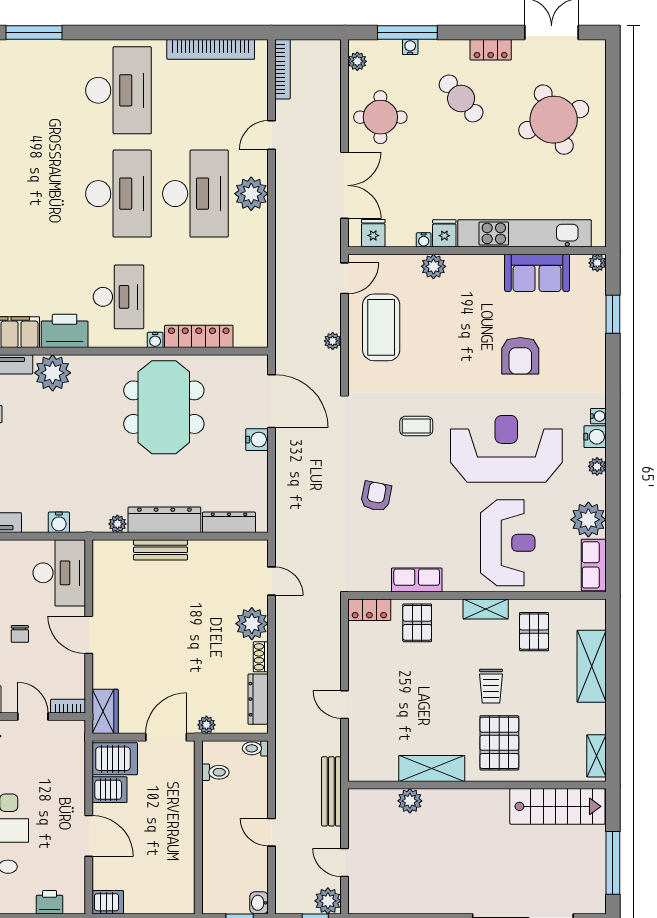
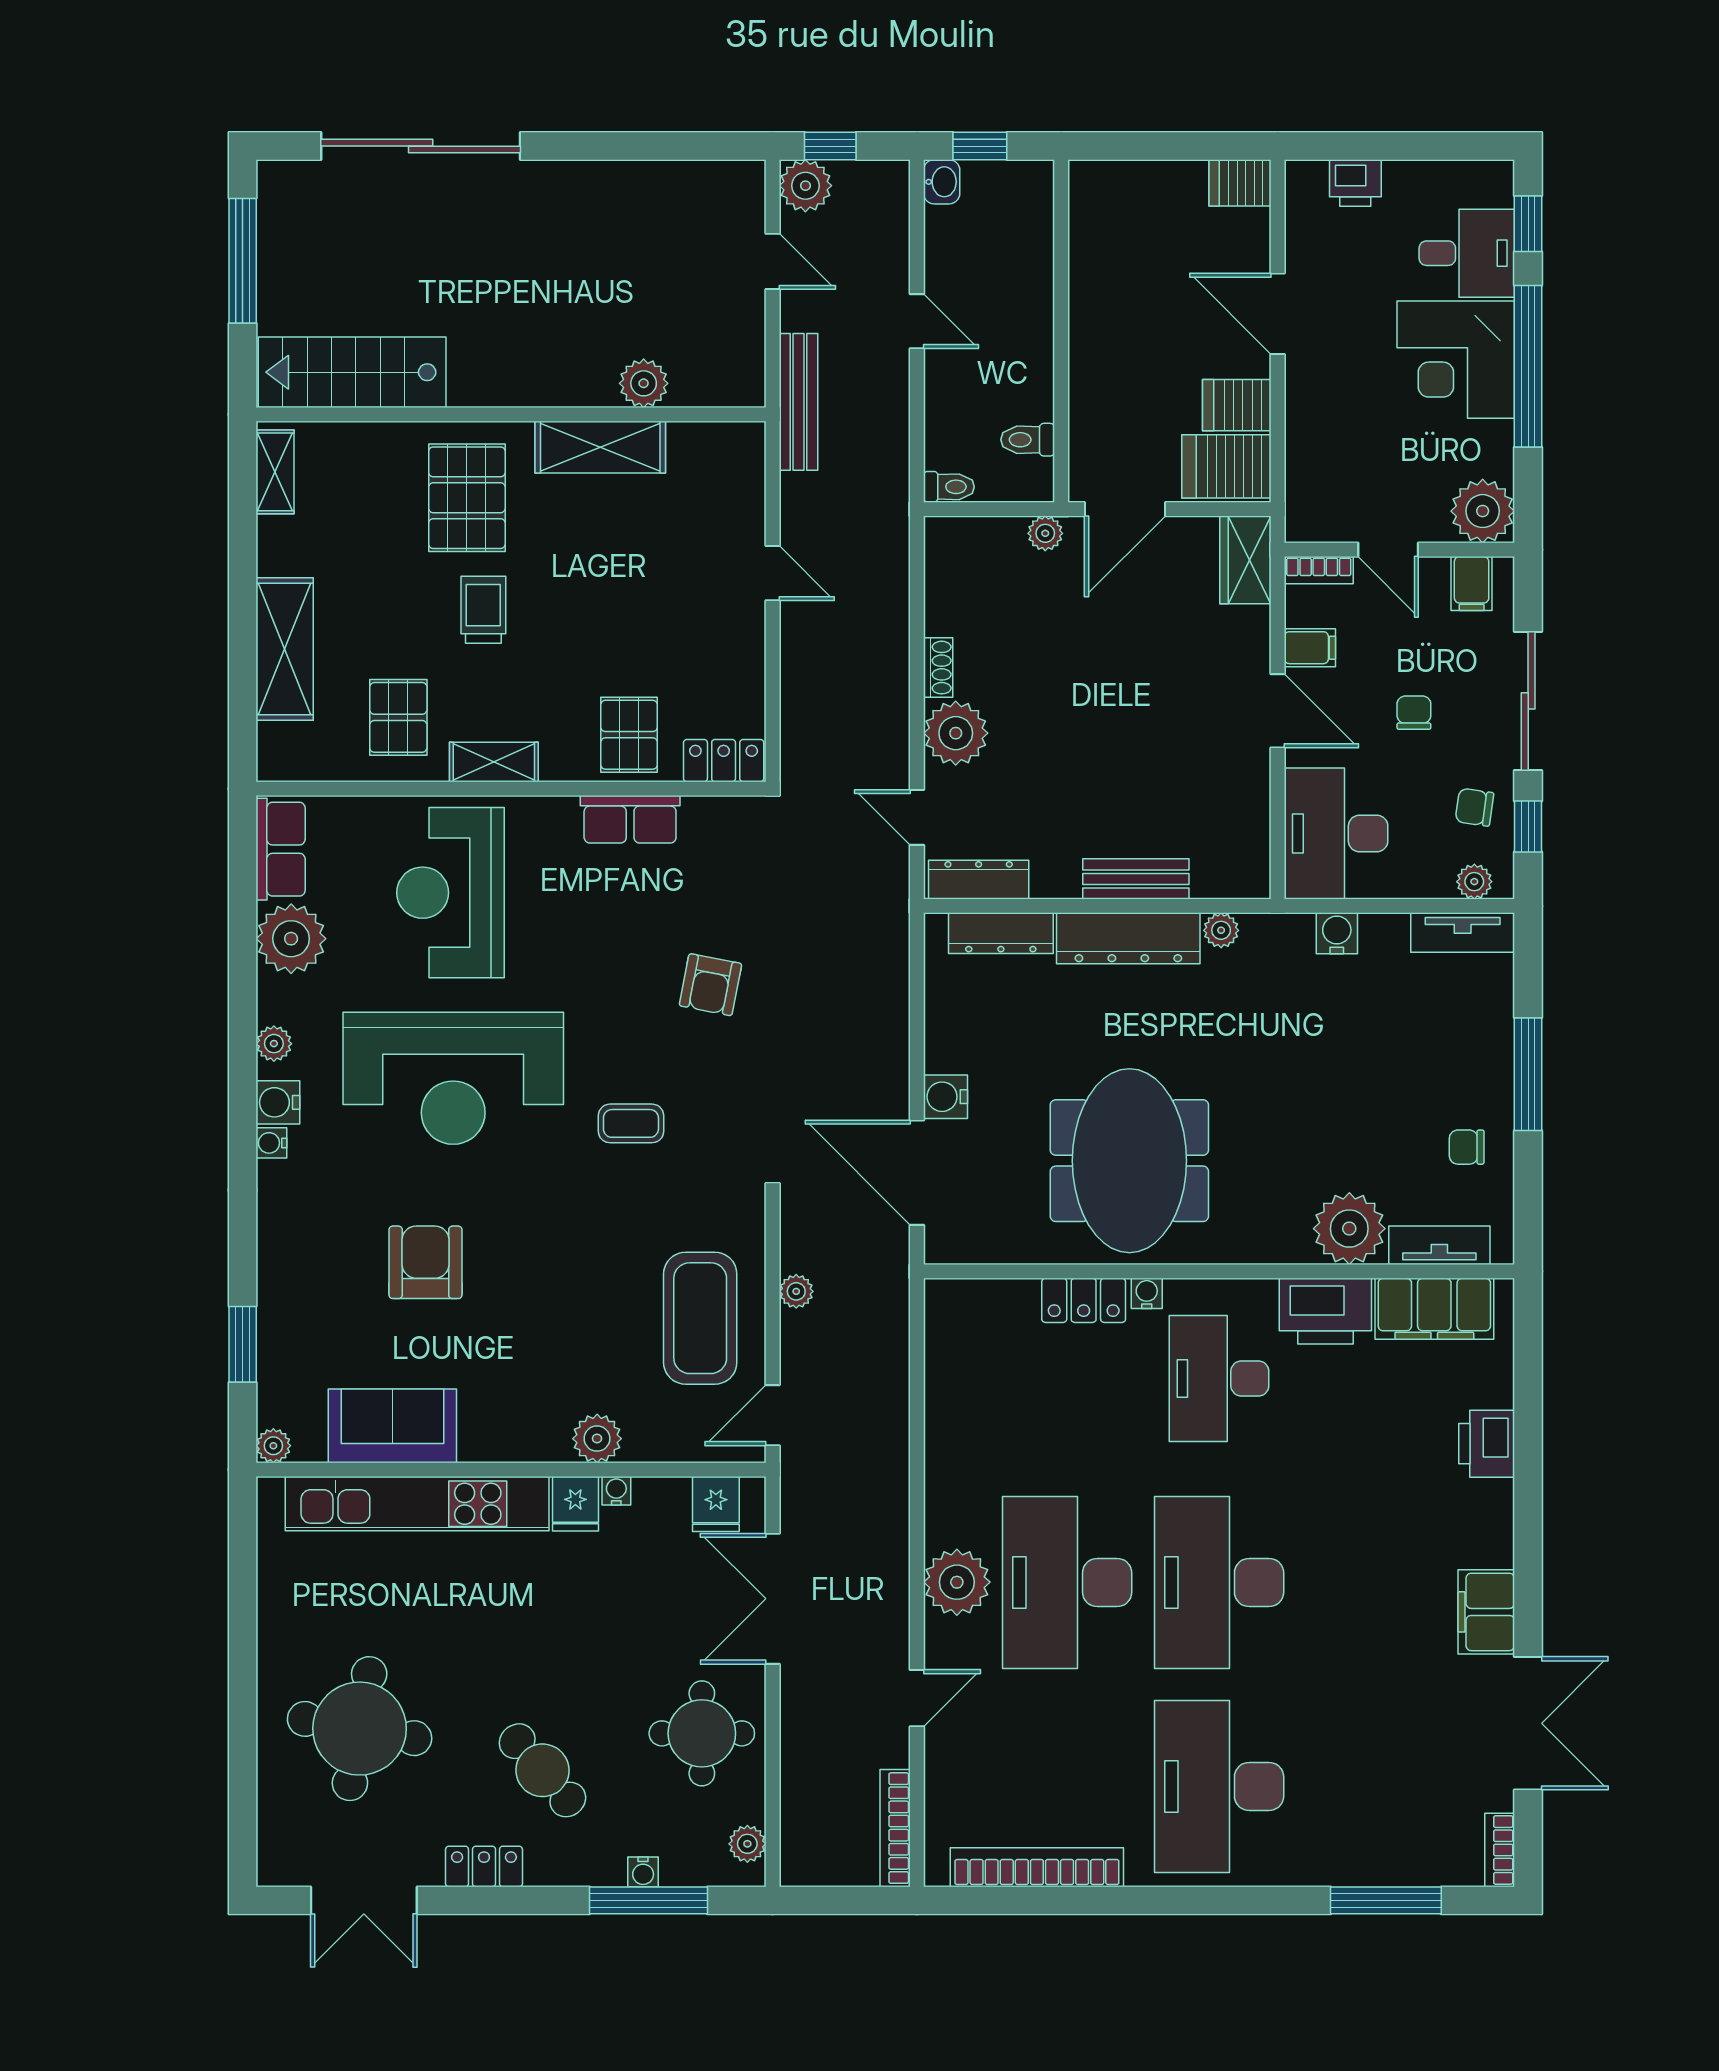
round table: (554, 120) -> (360, 1729), turned 32
locker: (199, 336) -> (1084, 1300), width x0.66
filing cabinet: (72, 667) -> (1310, 648), added
dresser: (258, 699) -> (979, 880), moved, turned -90

